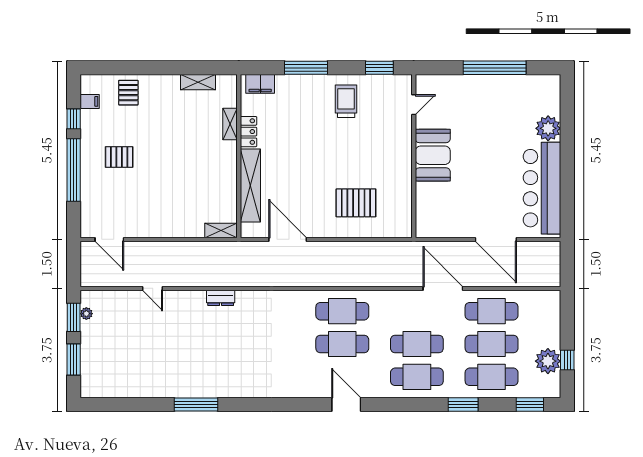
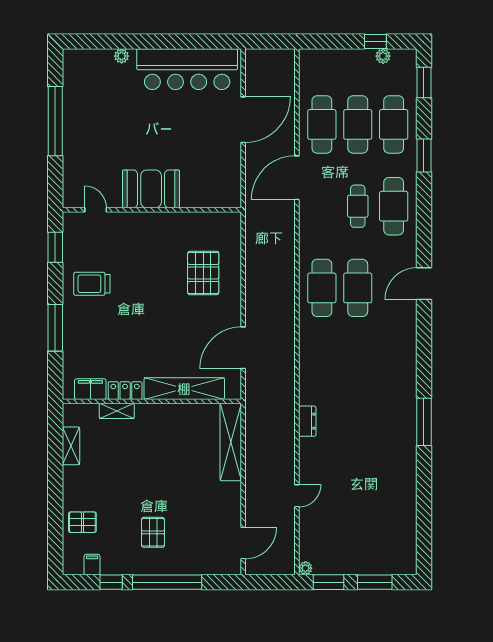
filing cabinet: (260, 84) -> (90, 389), moved, turned -90
plant: (548, 128) -> (122, 56), width x0.53, depth x0.53
shelving: (221, 230) -> (231, 442), width x2.20, depth x1.33
plant: (86, 314) -> (305, 568), moved
cafe table: (417, 344) -> (358, 206), width x0.73, depth x0.74
plant: (548, 361) -> (383, 56), width x0.53, depth x0.53
window: (196, 404) -> (424, 422), moved

